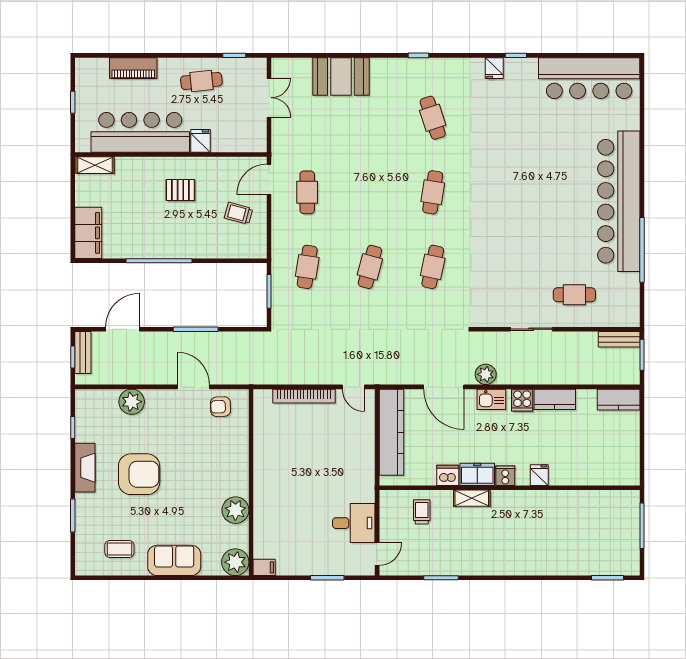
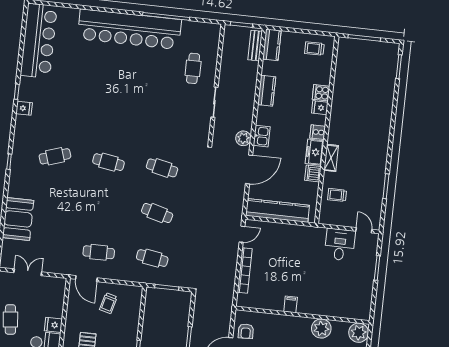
bench: (619, 339) -> (255, 46), moved
cooker: (522, 400) -> (321, 93), moved, turned 180
trolley: (620, 459) -> (314, 49), added
filing cabinet: (264, 567) -> (291, 304), moved

